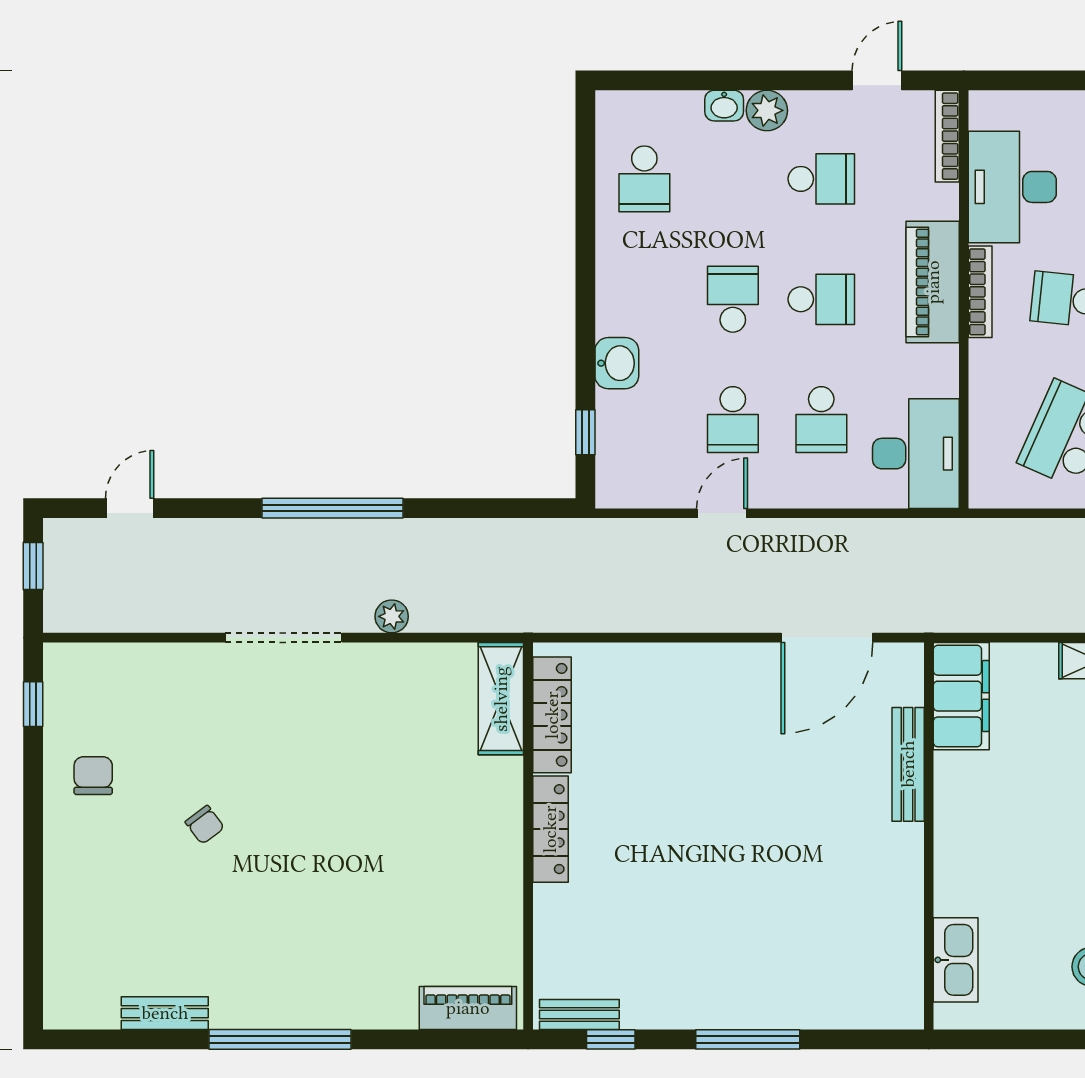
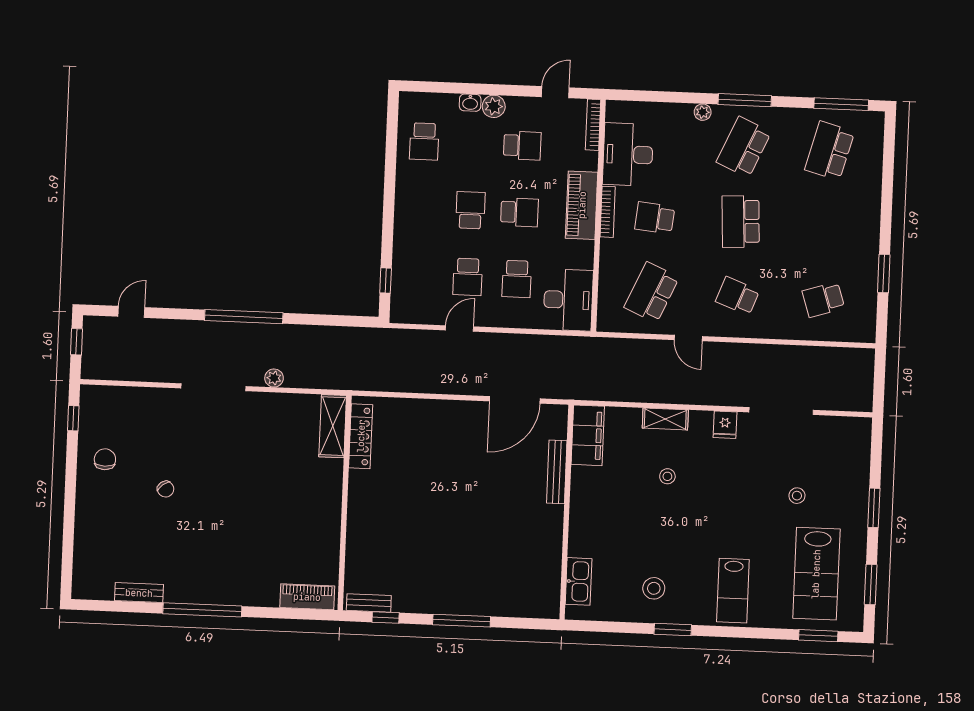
washbasin: (617, 363) -> (405, 243), removed
locker: (550, 829) -> (357, 500), removed

